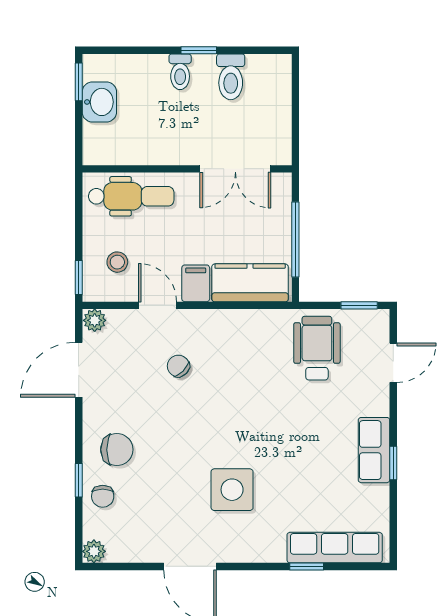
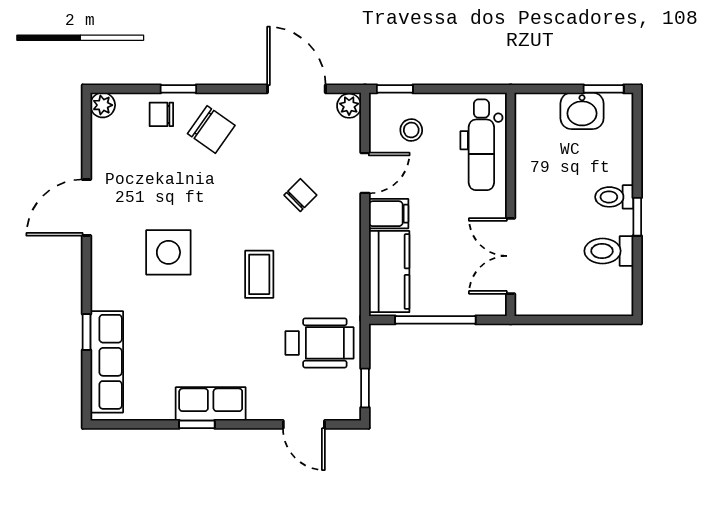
coffee table: (253, 405) -> (259, 274), added
chair: (117, 450) -> (211, 129), turned -55

